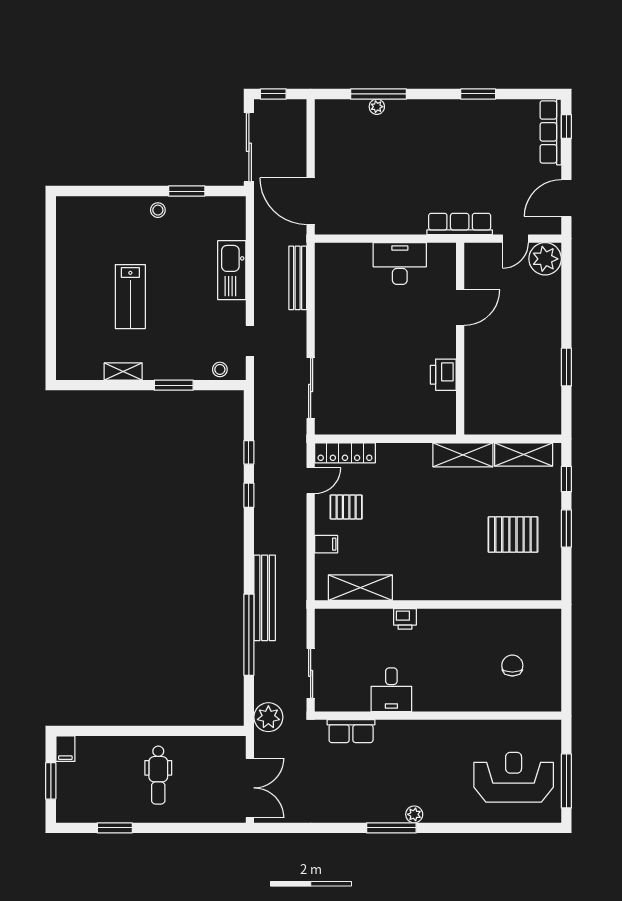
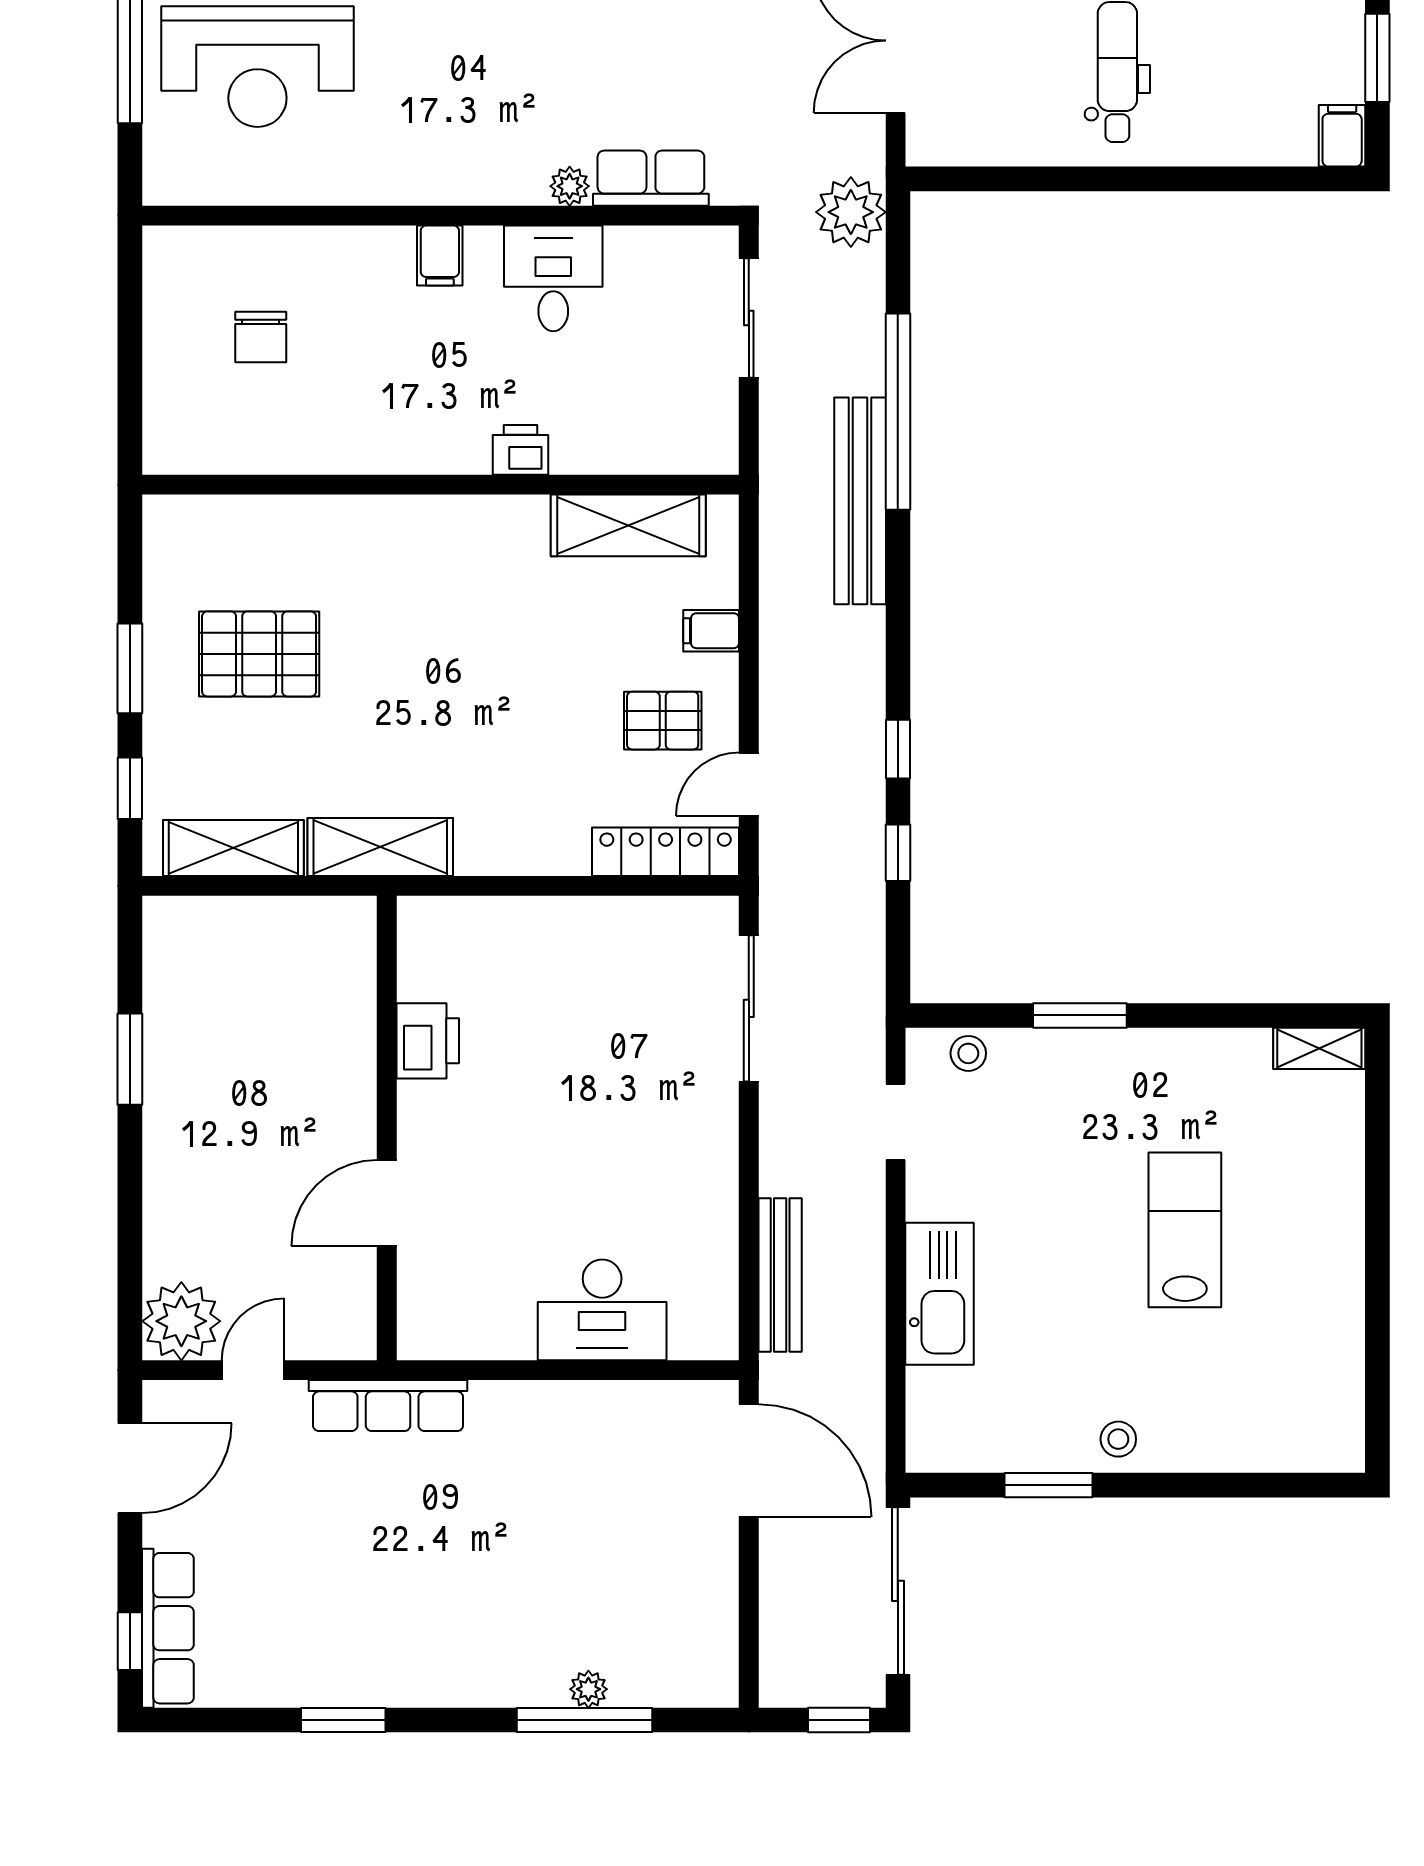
desk: (400, 263) -> (602, 1310), moved
shelving: (123, 372) -> (1319, 1048), moved
filing cabinet: (438, 699) -> (440, 256), added
plant: (385, 728) -> (570, 186), added

